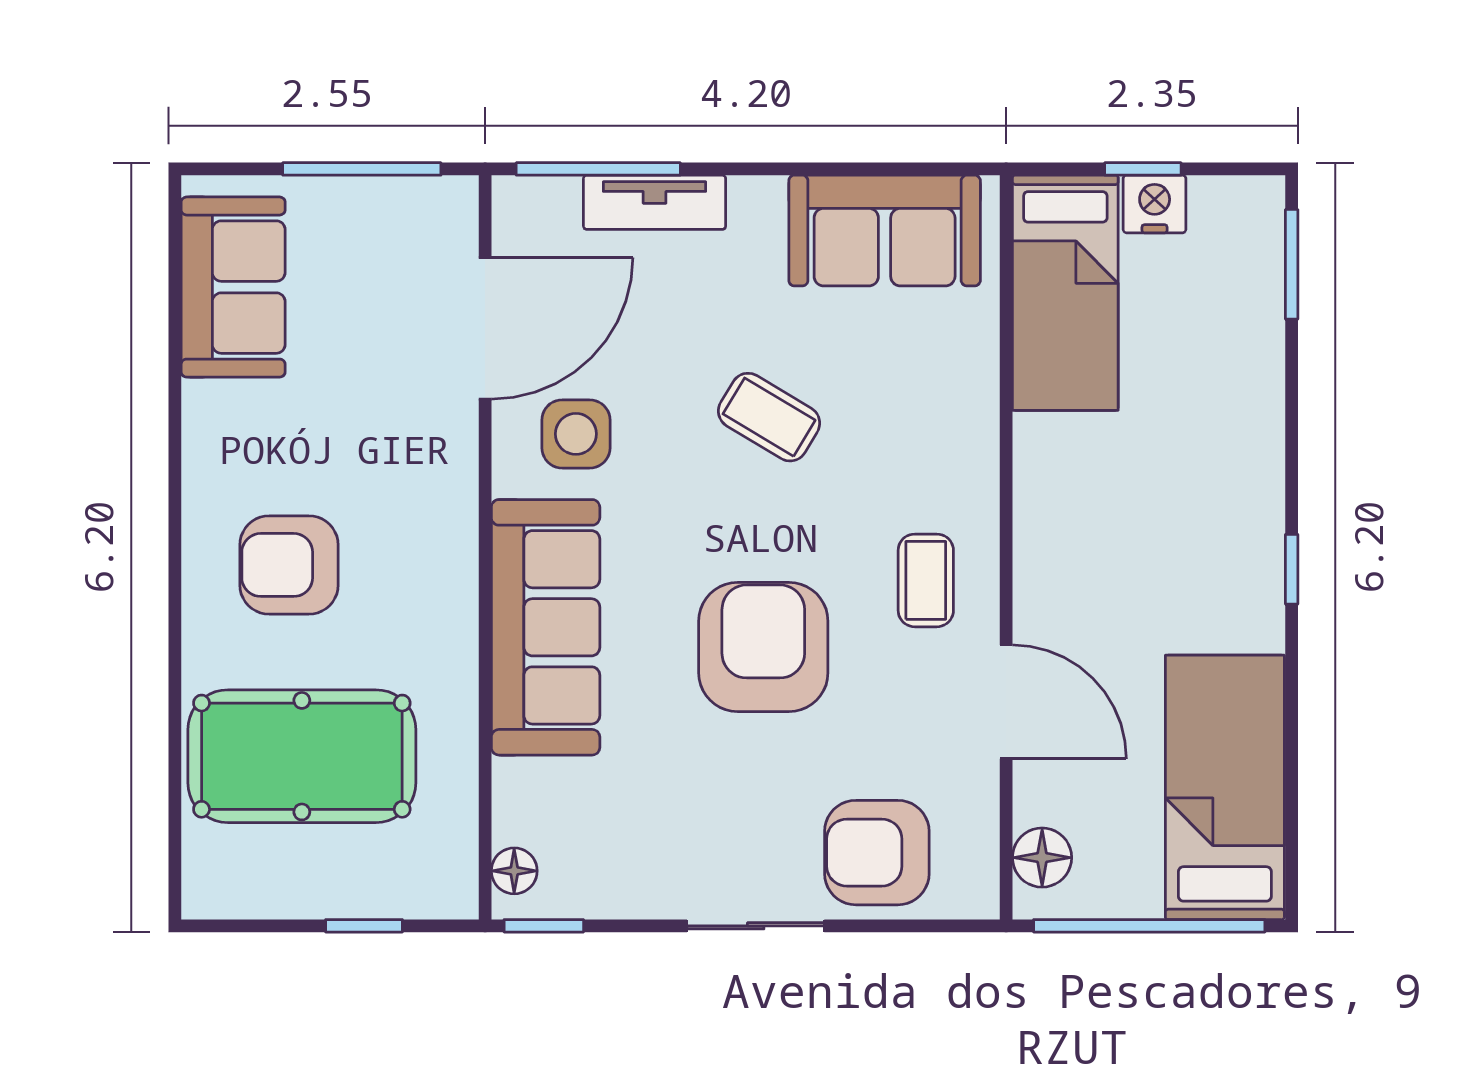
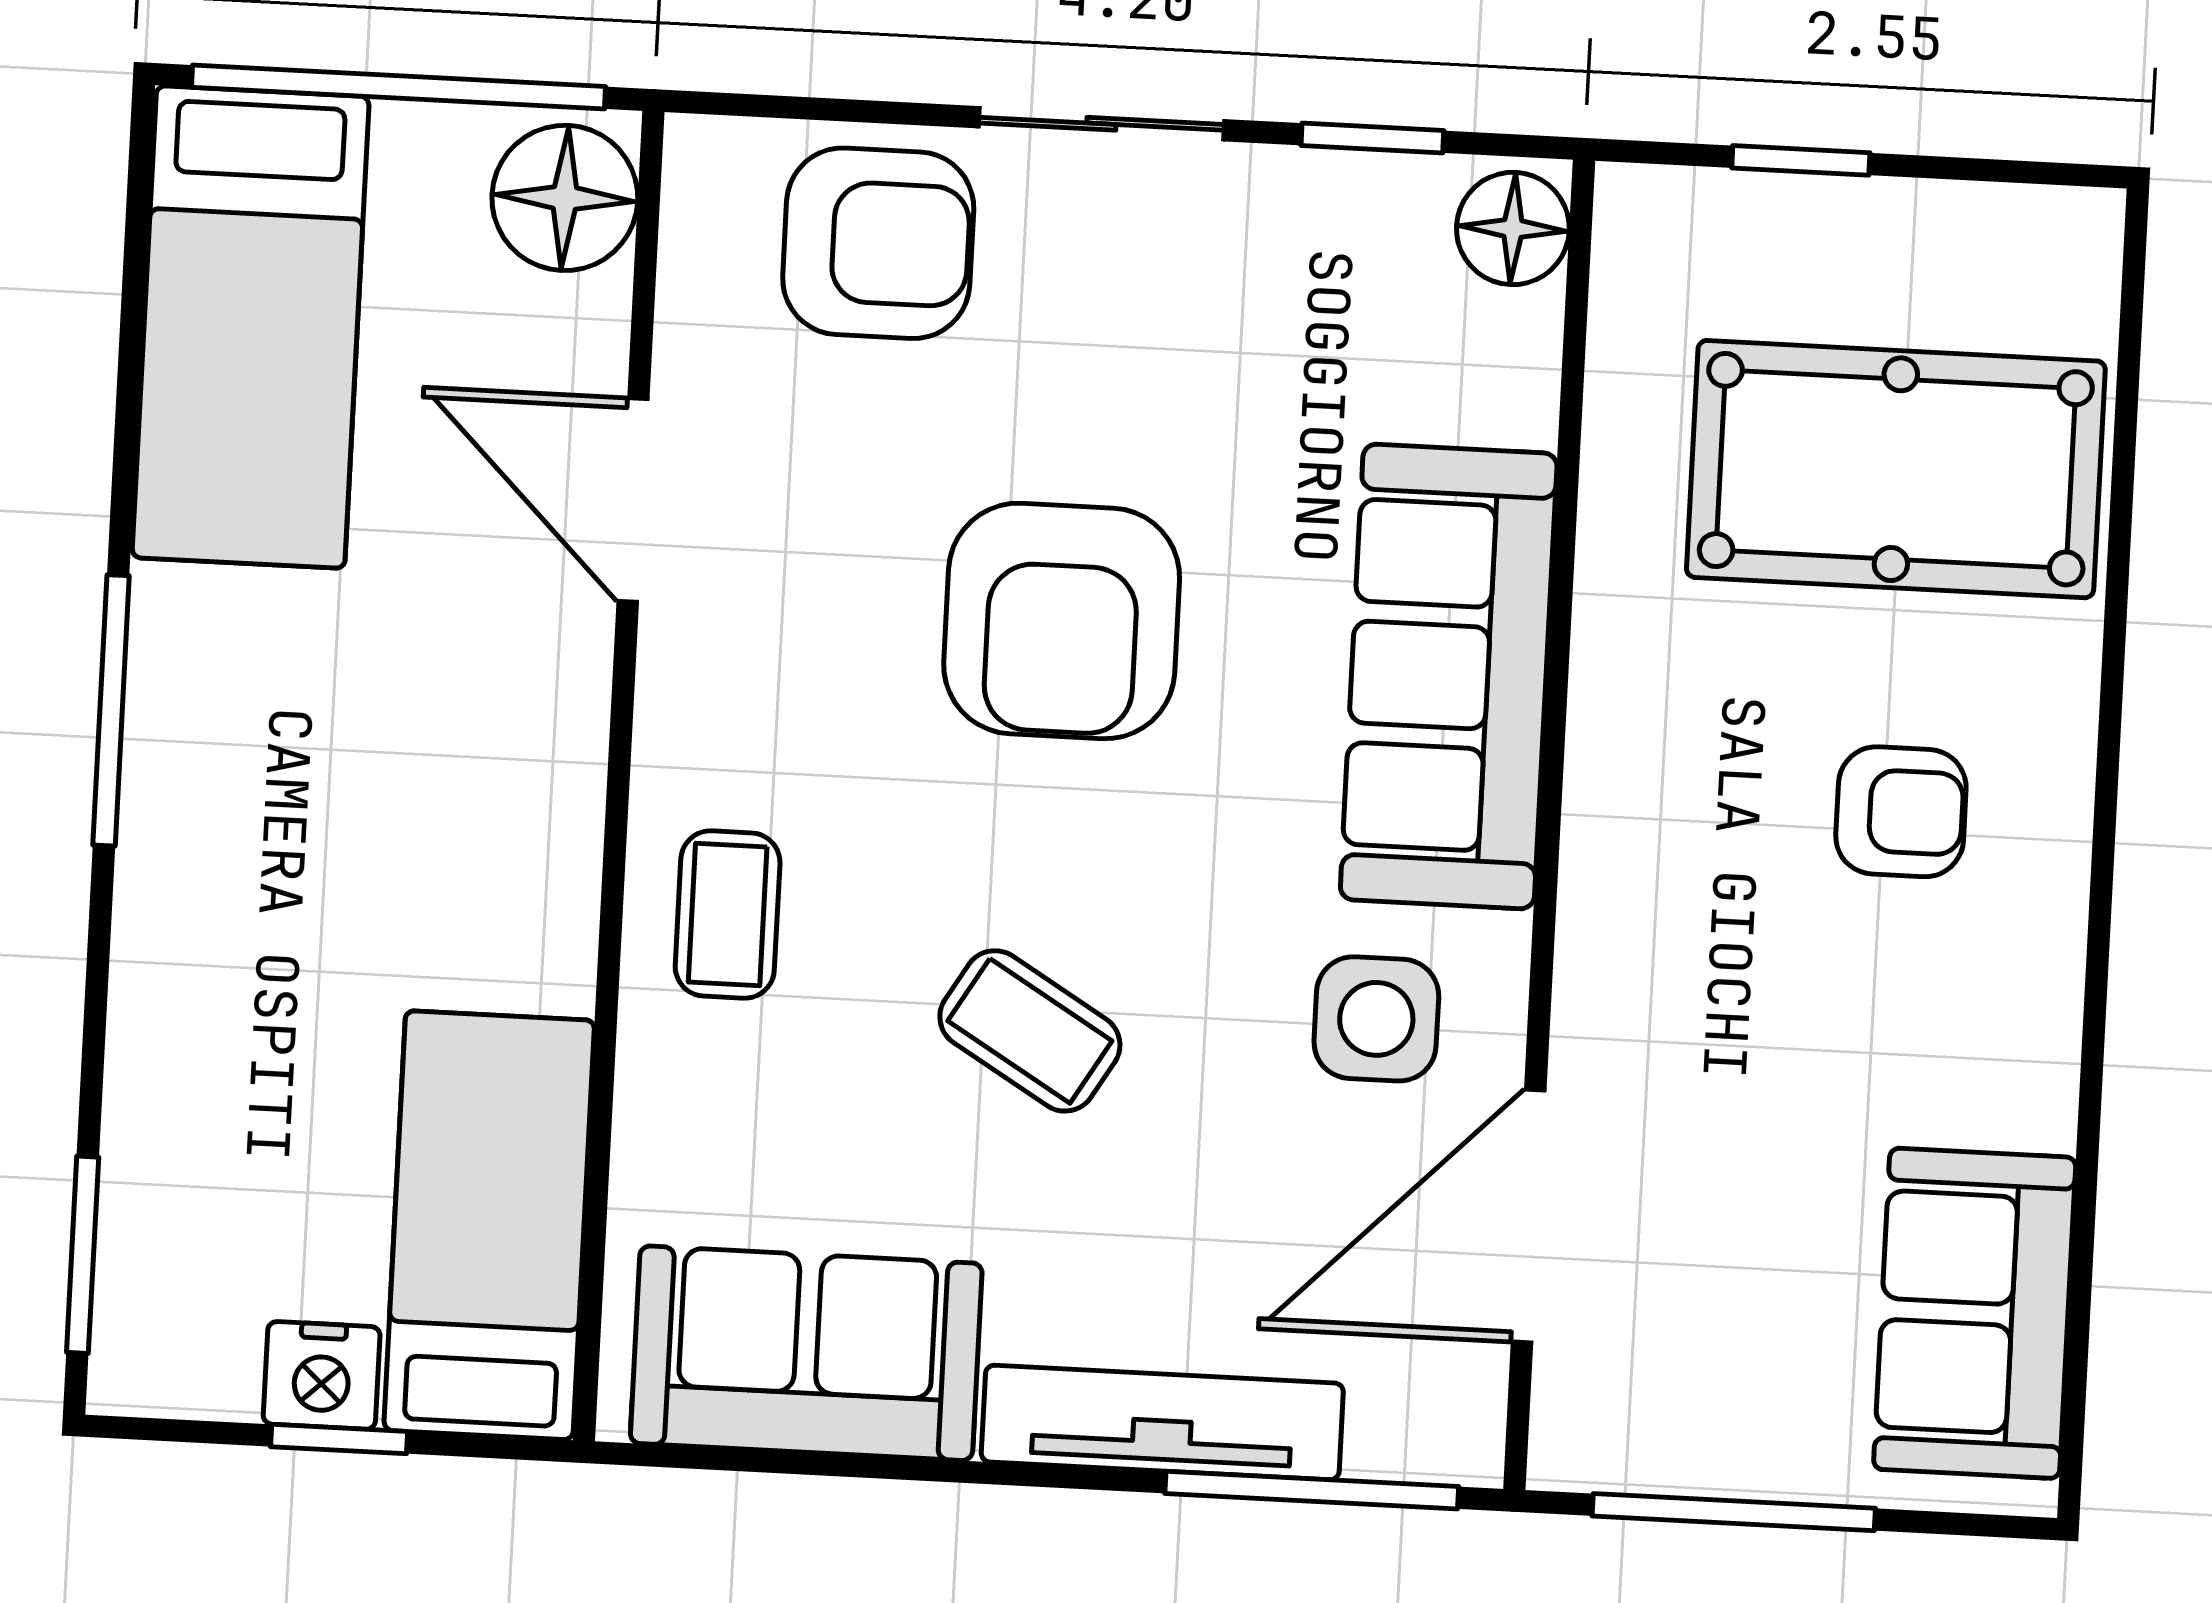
tv unit: (655, 202) -> (1162, 1422), width x1.41
armchair: (289, 565) -> (1901, 812), width x0.72, depth x0.72
window: (1292, 569) -> (111, 710), width x2.17
coffee table: (926, 580) -> (728, 915), moved
floor lamp: (1042, 858) -> (565, 198), width x1.38, depth x1.38
floor lamp: (514, 871) -> (1513, 228), width x1.37, depth x1.37
window: (544, 926) -> (1372, 138), moved

